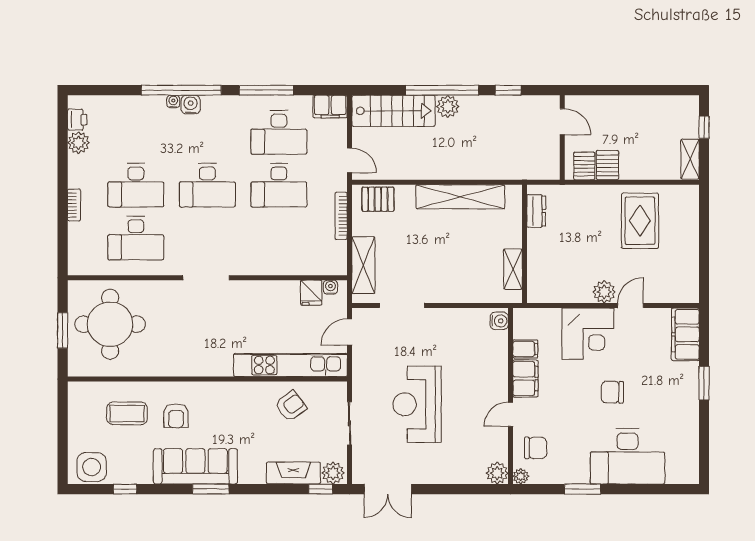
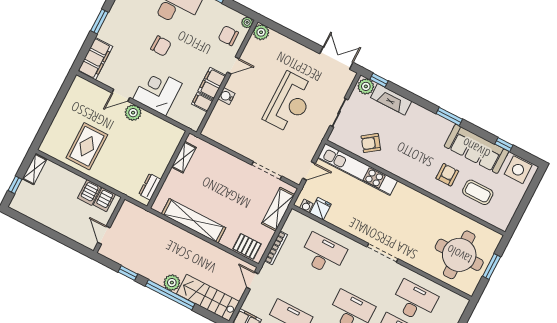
desk: (279, 185) -> (323, 254), moved
water cooler: (499, 321) -> (226, 96), moved
sofa: (195, 466) -> (476, 149), moved

